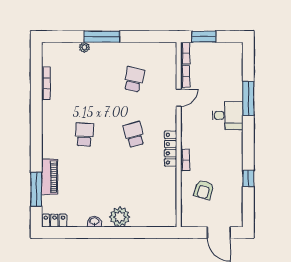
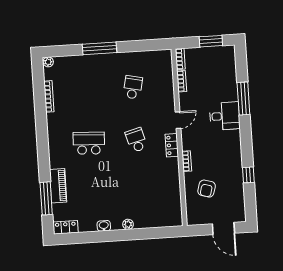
window: (204, 37) -> (211, 41), moved
plant: (84, 47) -> (48, 62), moved
door: (179, 98) -> (178, 120), moved
school desk: (84, 135) -> (89, 143), width x1.85
locker: (171, 149) -> (172, 145), width x0.66
plant: (120, 217) -> (128, 224), width x0.53, depth x0.53

